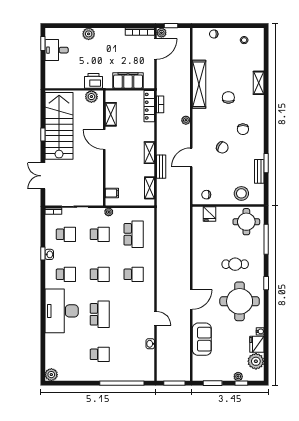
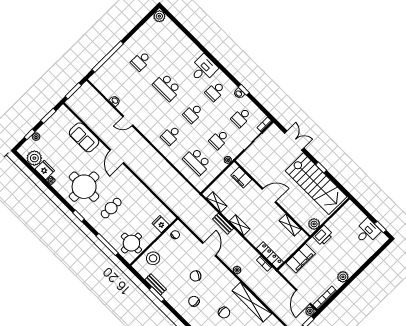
plant: (89, 34) -> (343, 277), moved
door: (104, 139) -> (269, 195), moved
filing cabinet: (112, 193) -> (241, 177), width x2.00
desk: (62, 311) -> (203, 69), width x0.53, depth x0.77

